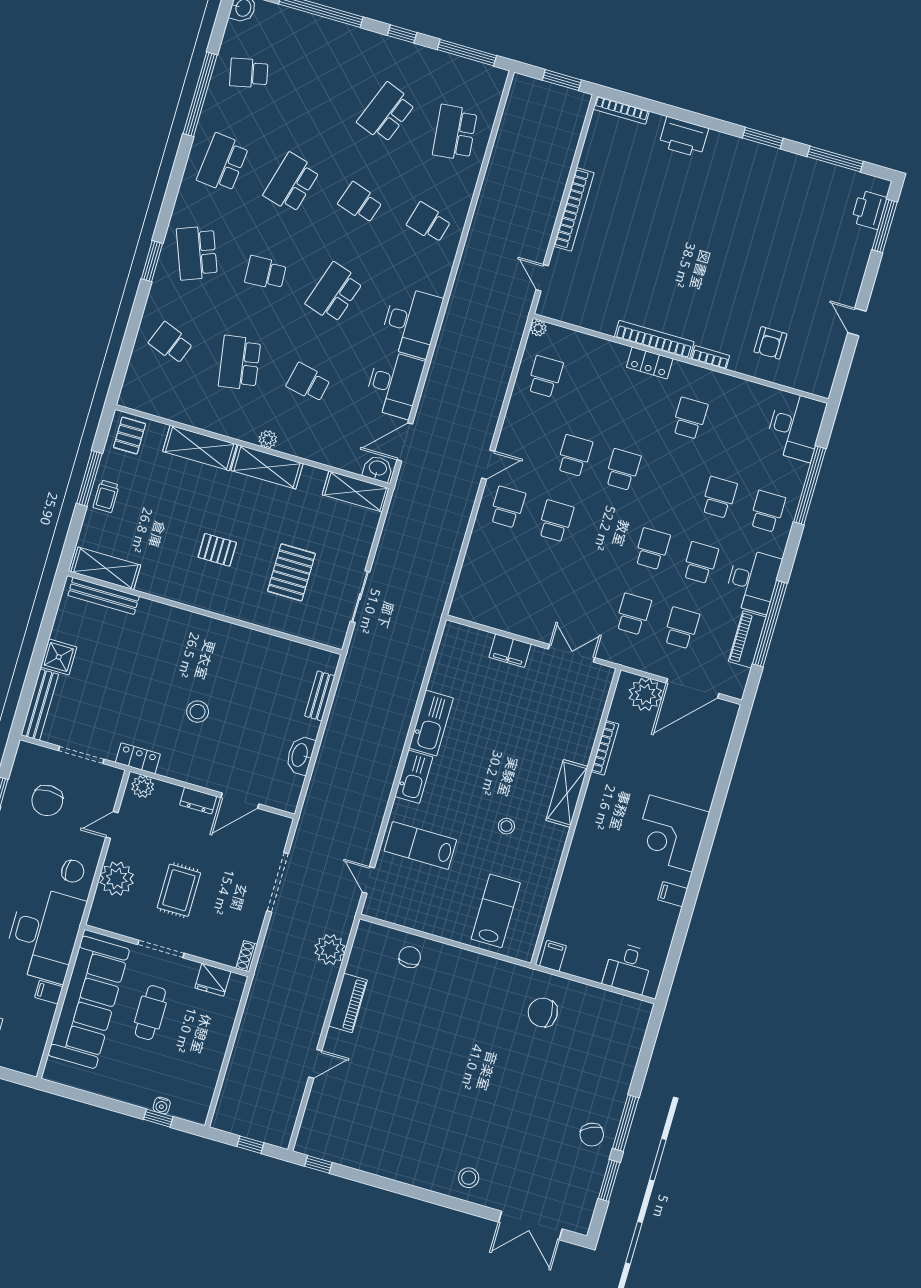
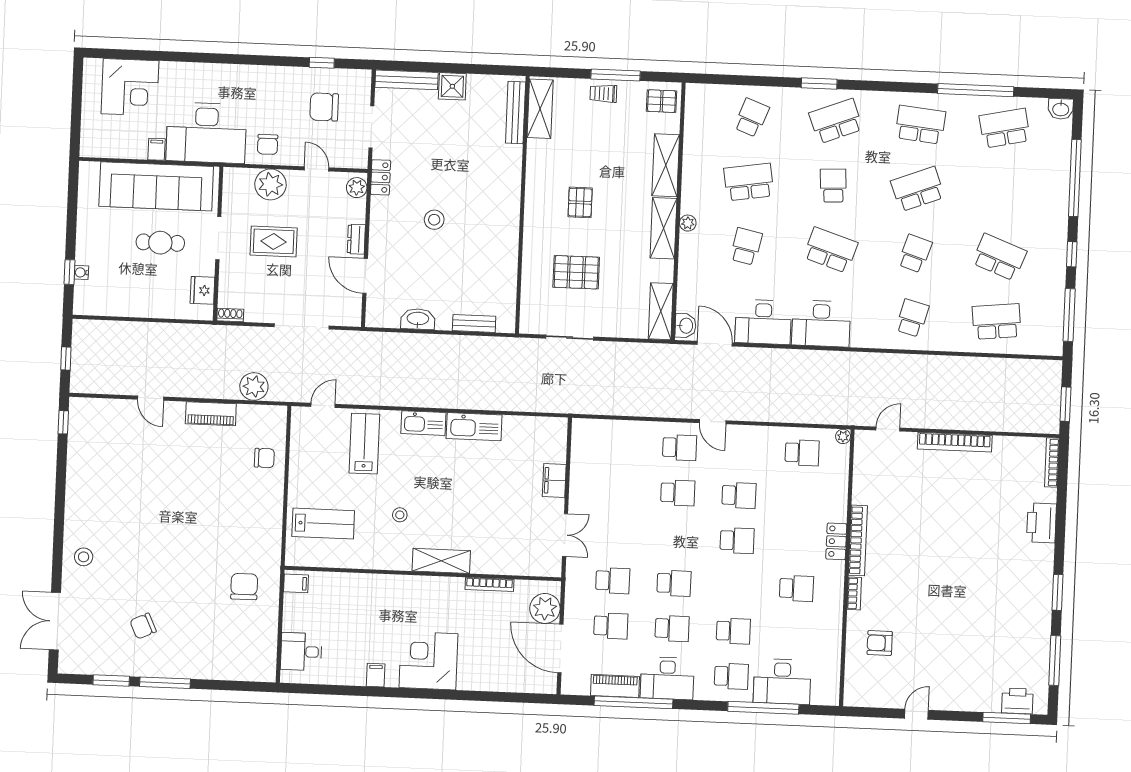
school desk: (249, 73) -> (1005, 128), width x1.85
school desk: (292, 183) -> (918, 189), turned -36
desk: (796, 426) -> (782, 682), moved
chair: (592, 1135) -> (143, 626), moved

